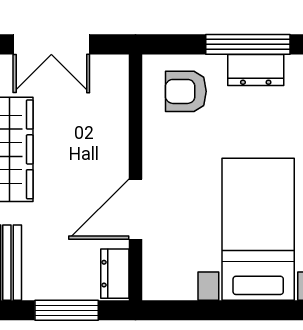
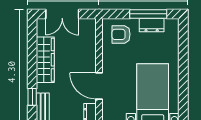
door: (135, 209) -> (99, 86), hinge flipped

